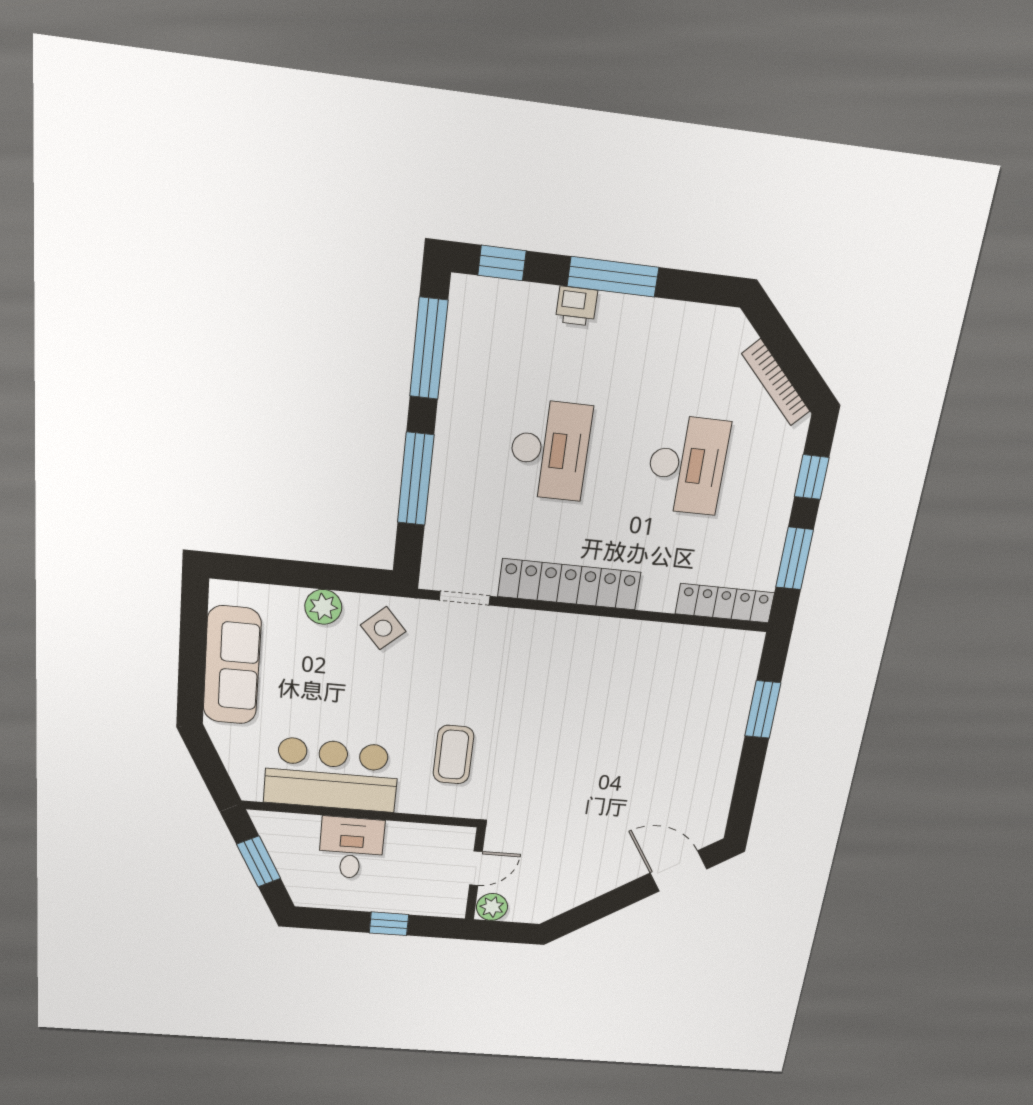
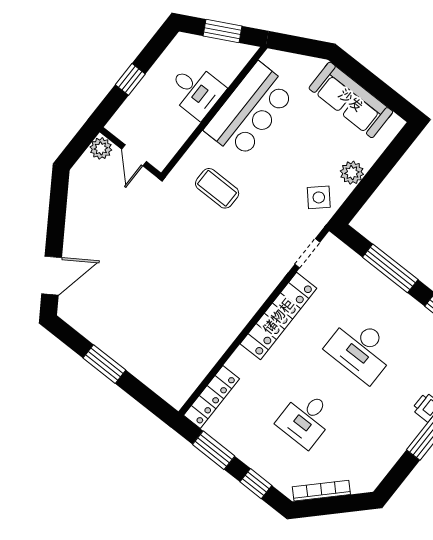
desk: (687, 465) -> (306, 419), width x0.73
window: (763, 709) -> (104, 364), moved

